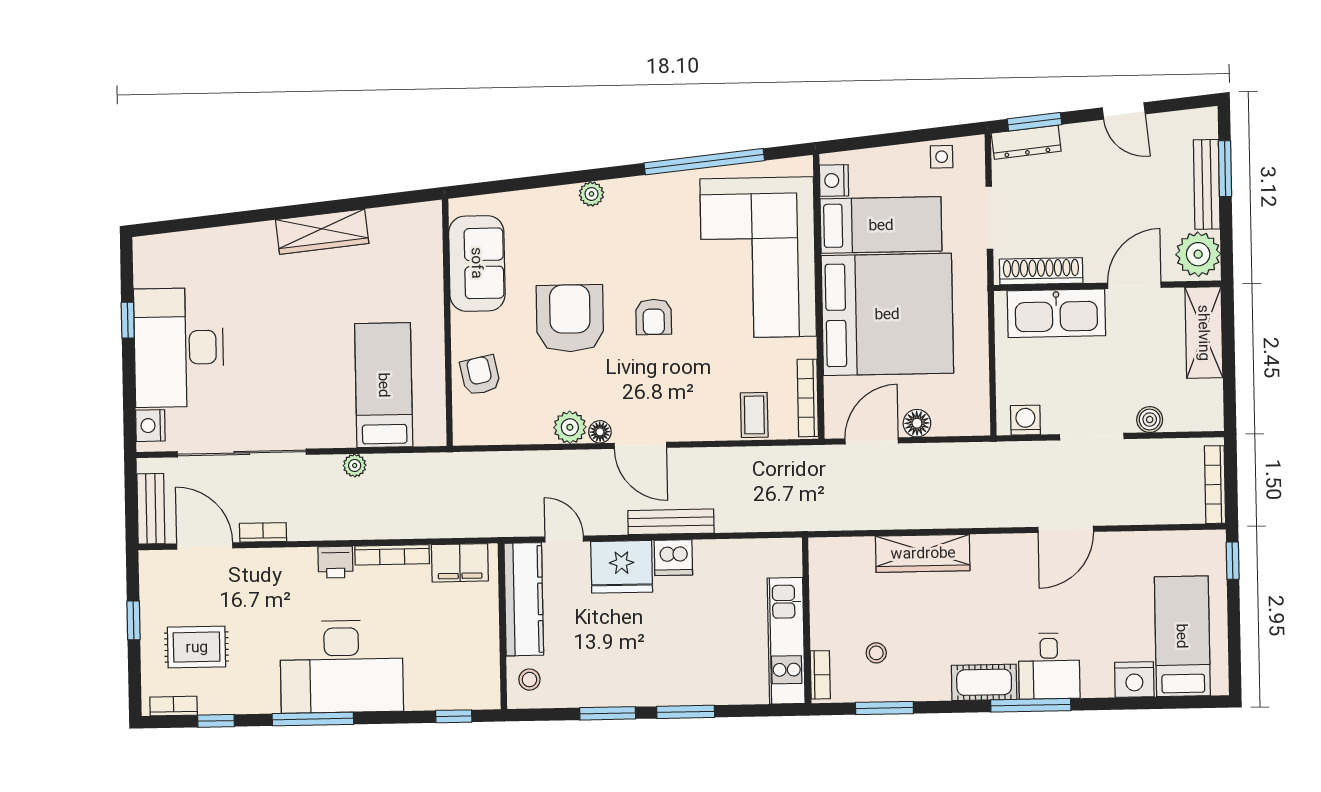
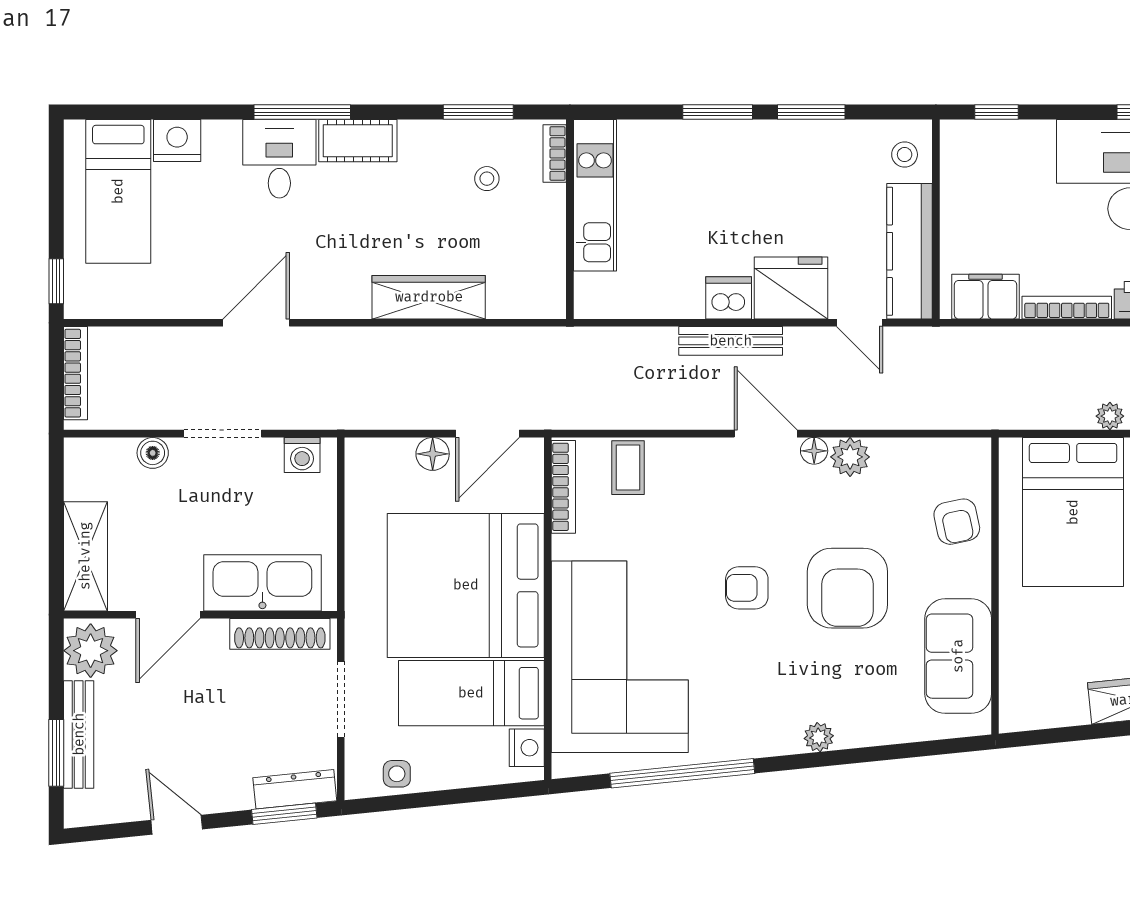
armchair: (654, 317) -> (747, 588), turned -90
bed: (384, 385) -> (1073, 512), width x1.50

